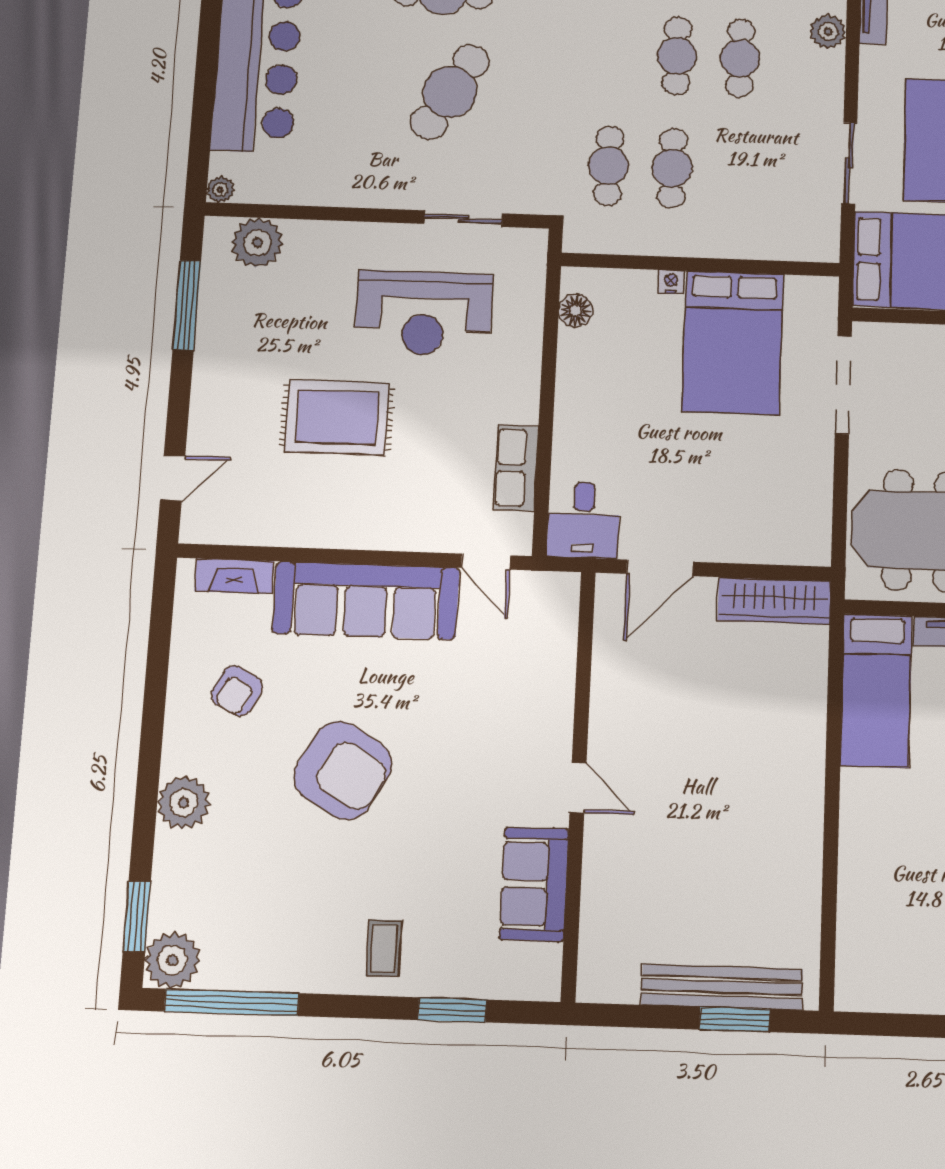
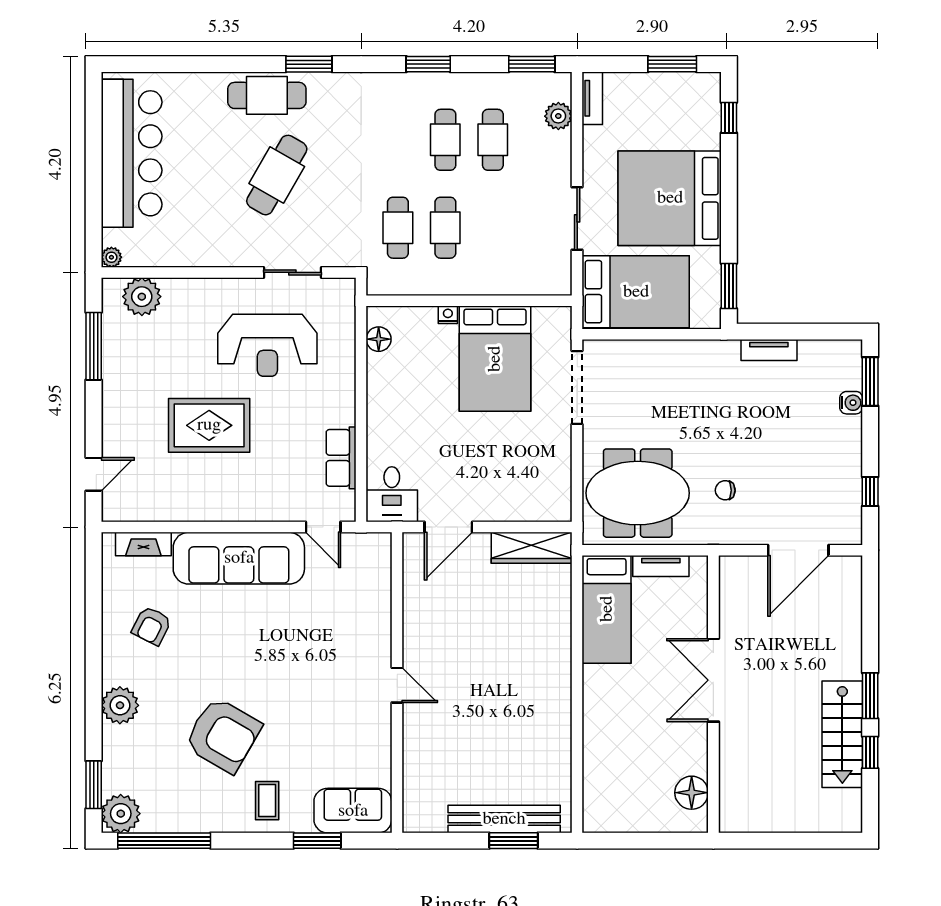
armchair: (343, 770) -> (223, 735), moved
sofa: (534, 884) -> (353, 811), moved, turned 90

